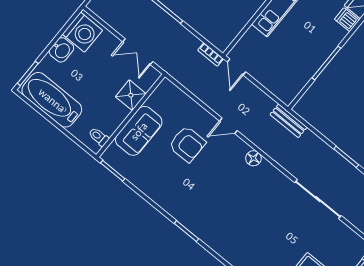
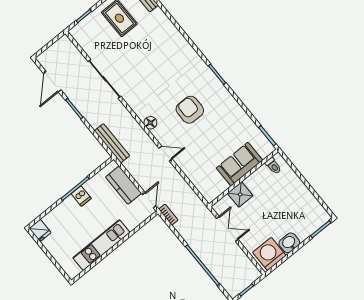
dishwasher: (347, 20) -> (81, 196), moved
kitchen counter: (270, 79) -> (124, 185), added
bathtub: (52, 100) -> (305, 204), removed
bench: (289, 121) -> (112, 143), width x1.36
armchair: (187, 144) -> (190, 110), moved

